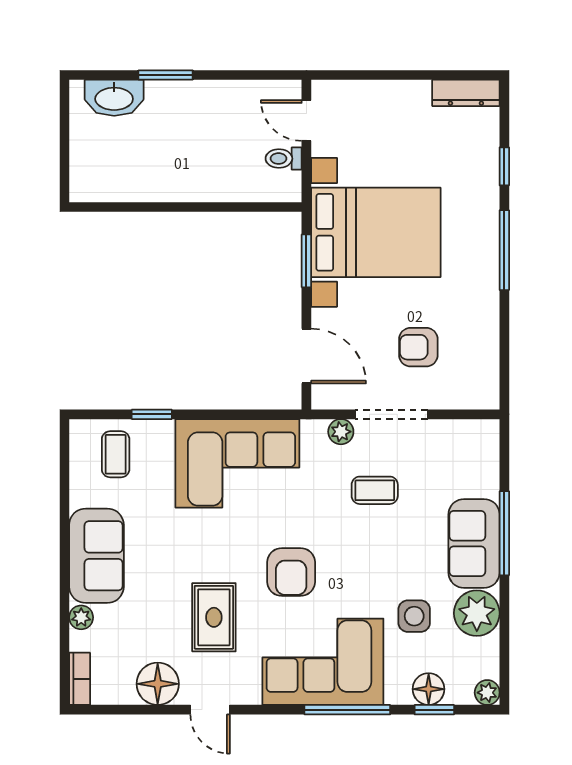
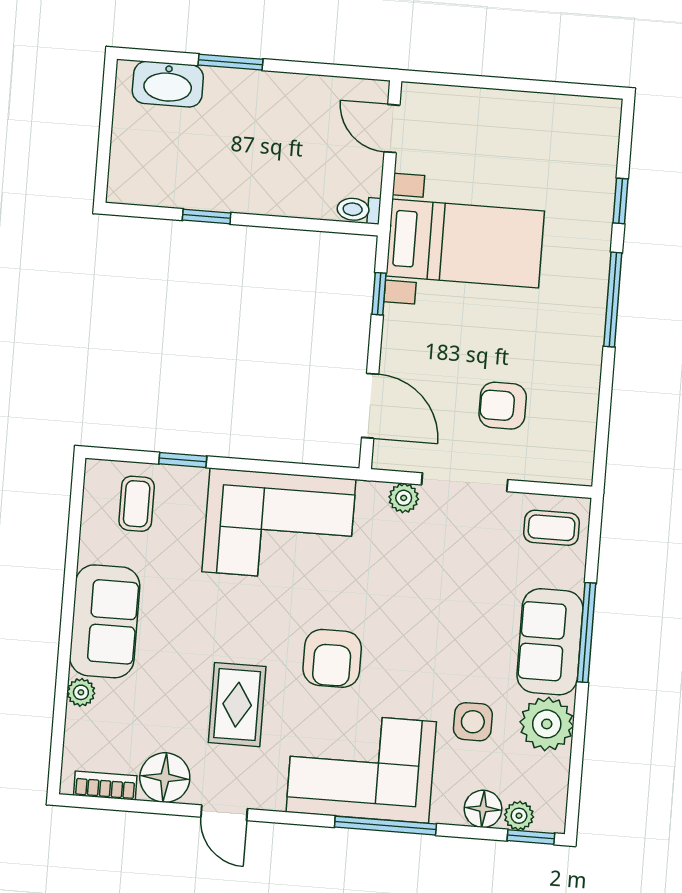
dresser: (466, 93) -> (582, 111), removed
toilet: (284, 159) -> (359, 210), moved
window: (156, 207) -> (207, 216), added
bed with nightstands: (376, 232) -> (465, 243), width x0.73
window: (306, 261) -> (379, 294), width x0.67
coffee table: (375, 490) -> (552, 528), moved
bookcase: (80, 679) -> (105, 786), moved, turned -90
plant: (487, 693) -> (519, 816), moved
window: (434, 710) -> (531, 837), moved

